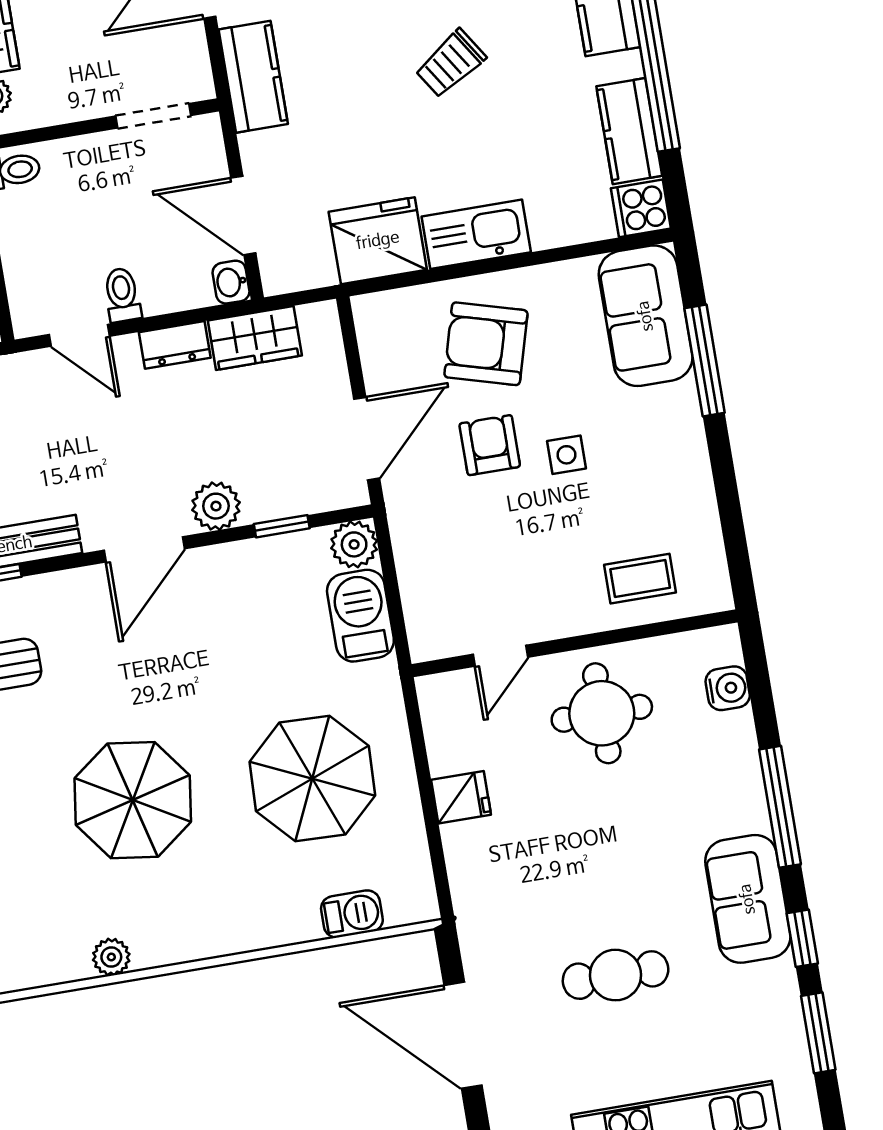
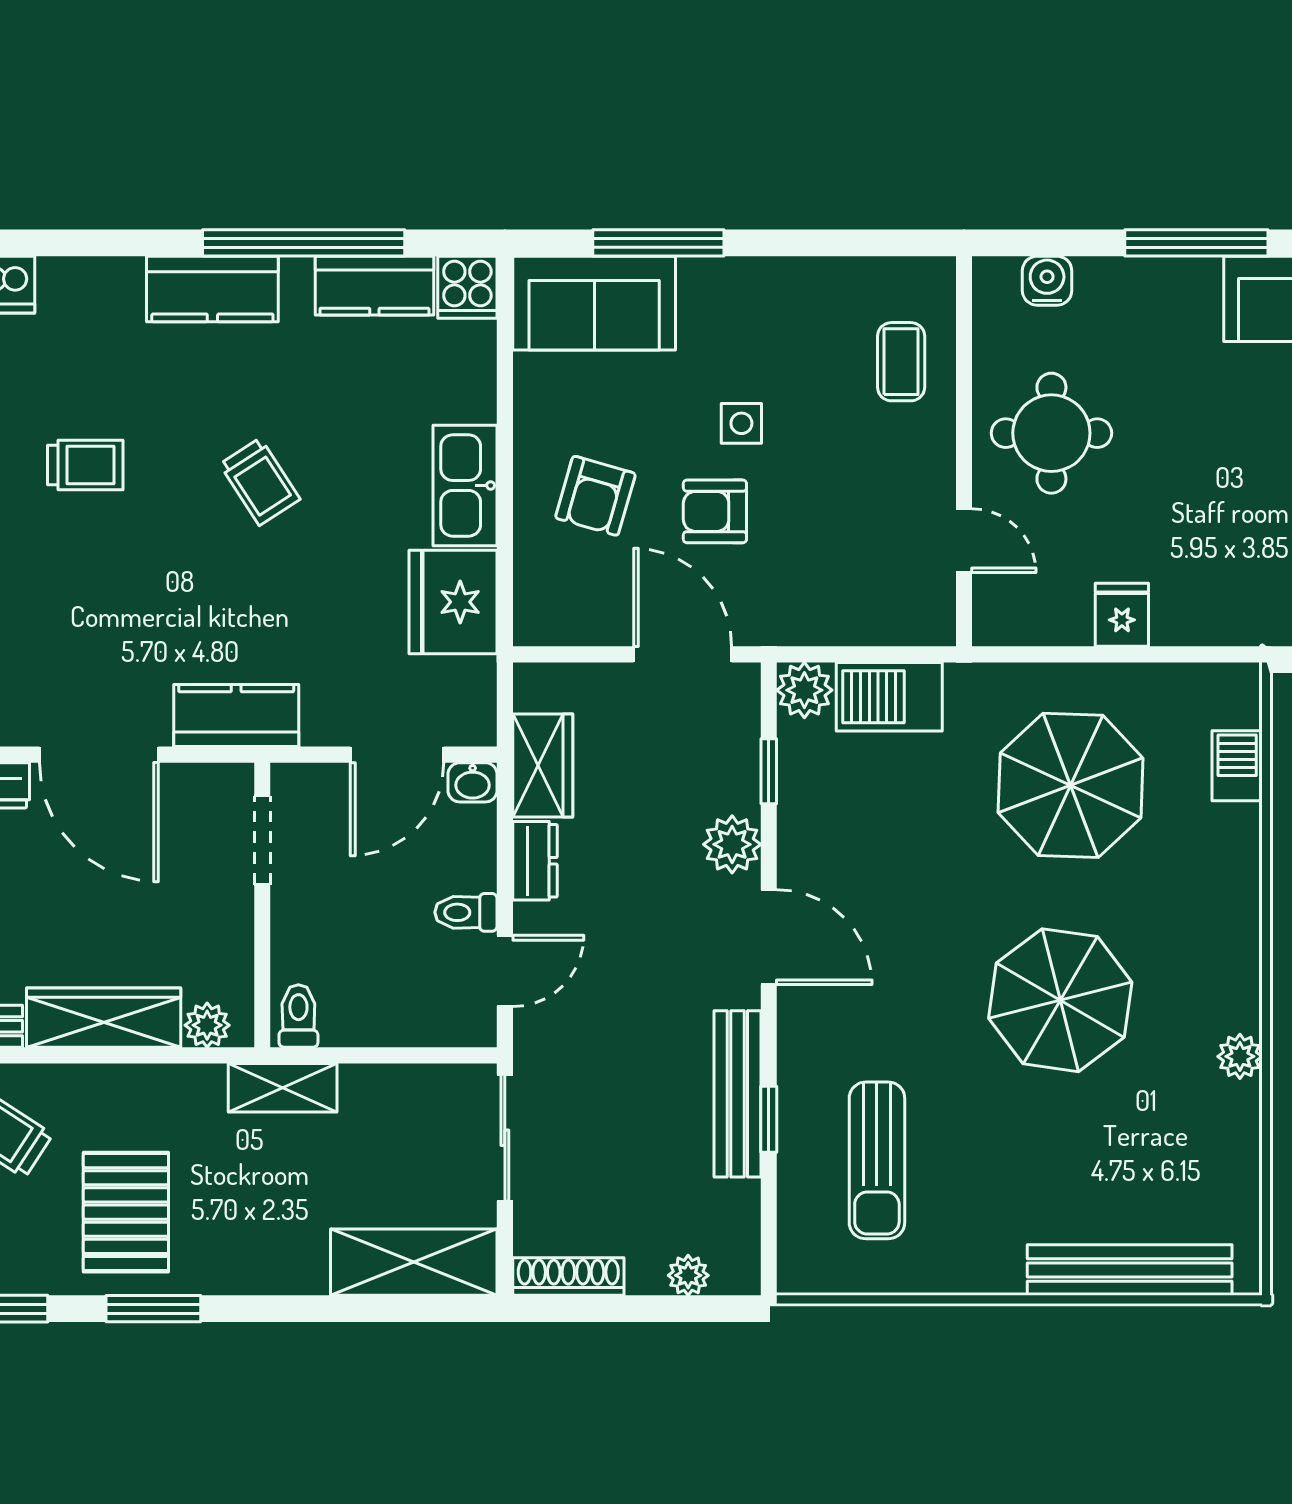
armchair: (486, 344) -> (595, 496), width x0.72, depth x0.72

